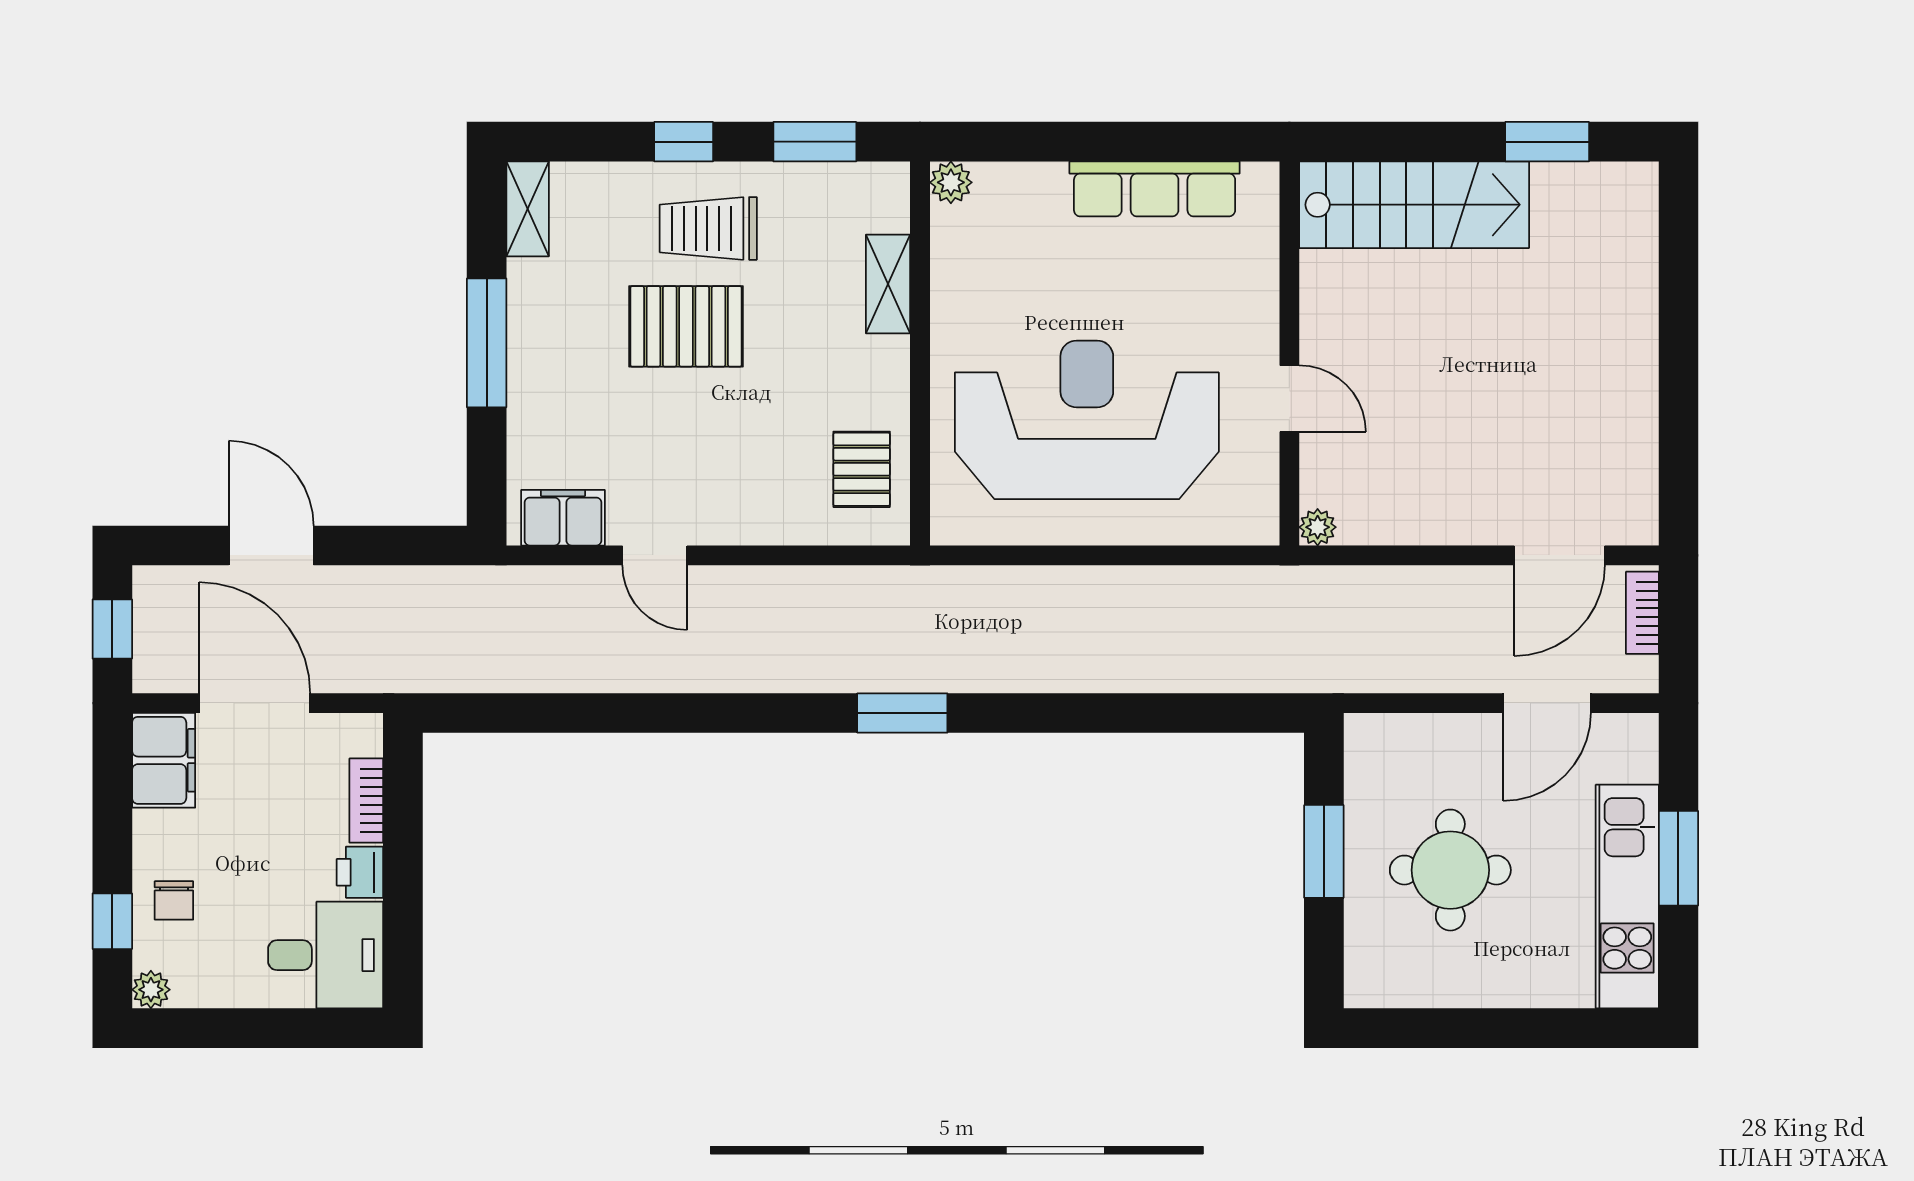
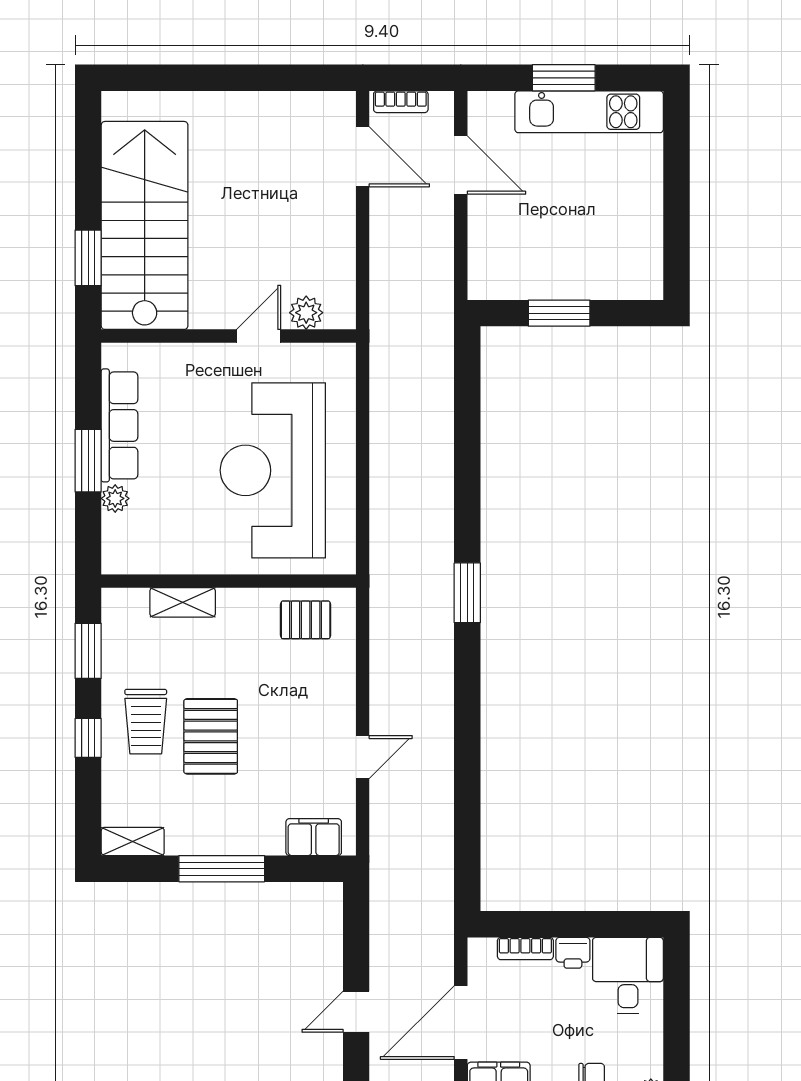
window: (1102, 142) -> (88, 461), added
window: (1547, 142) -> (88, 258), moved
plant: (951, 182) -> (115, 498), moved
stairs: (1414, 205) -> (145, 225), width x1.36, depth x1.51
filing cabinet: (563, 518) -> (314, 837), moved, turned 90
plant: (1318, 527) -> (306, 313), moved, width x1.38, depth x1.38
door: (271, 546) -> (356, 1012), width x0.73
round table: (1450, 870) -> (571, 229), removed

